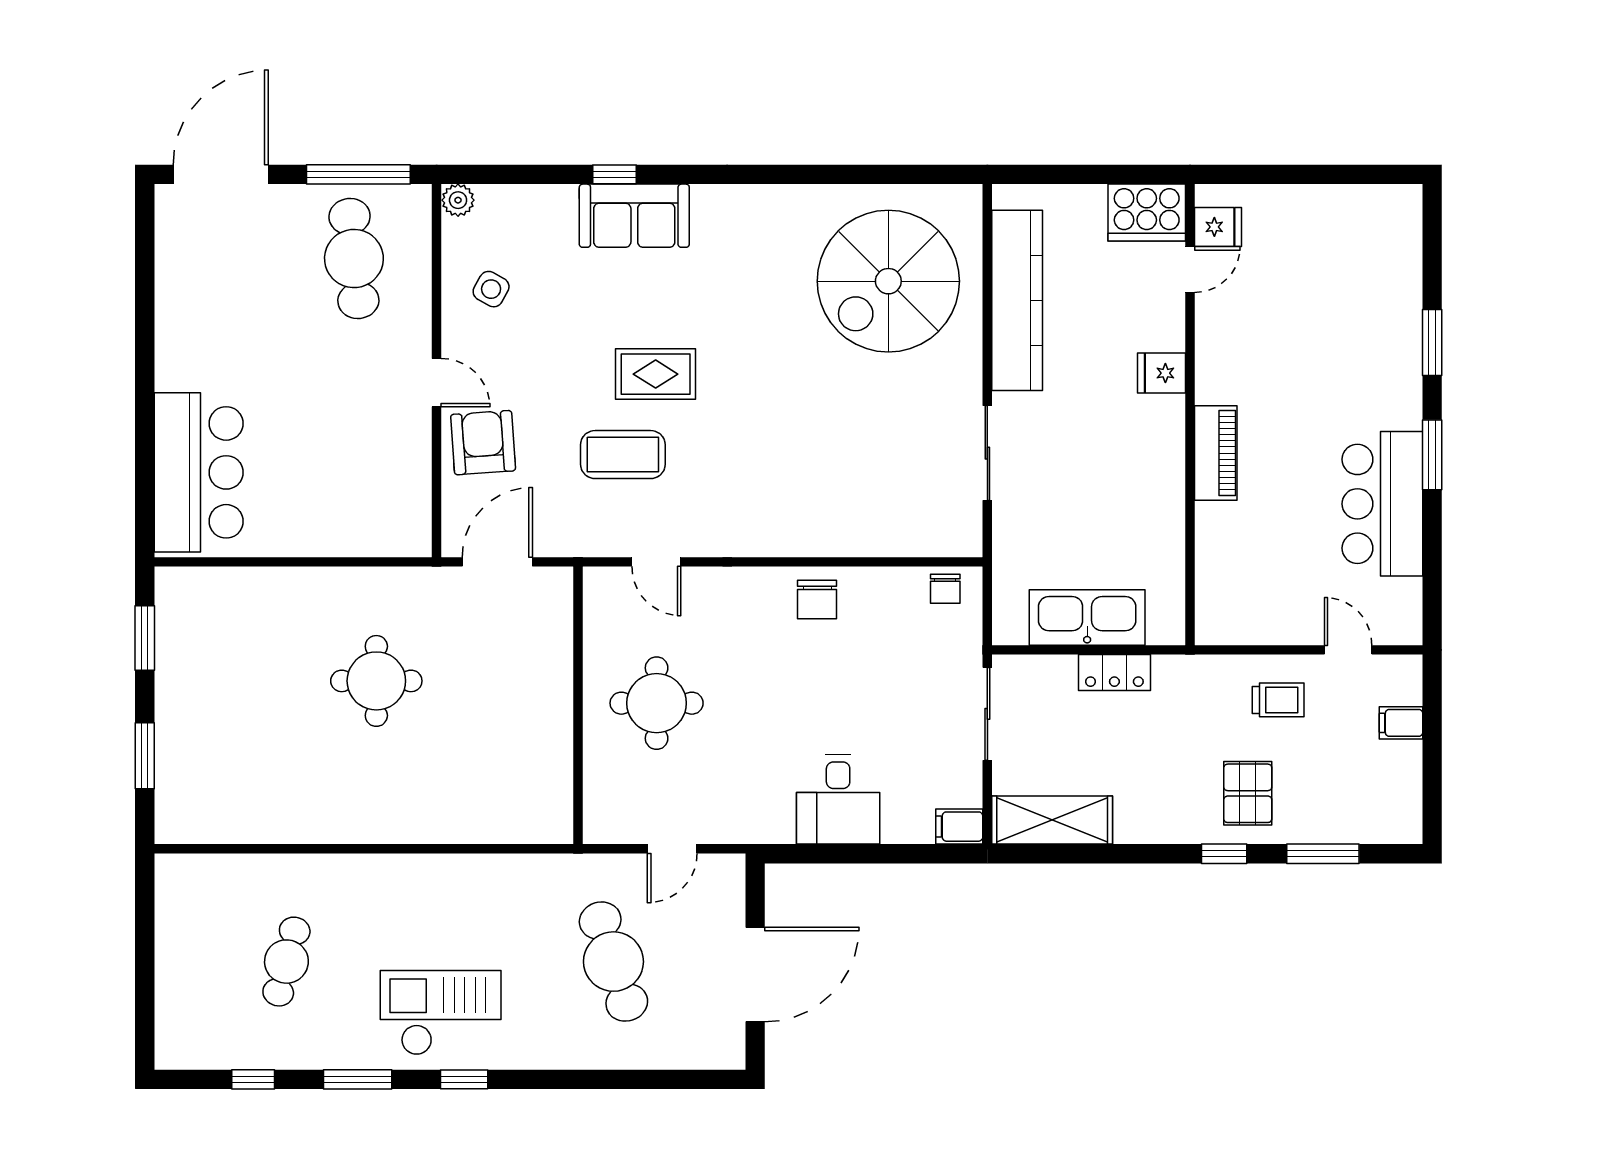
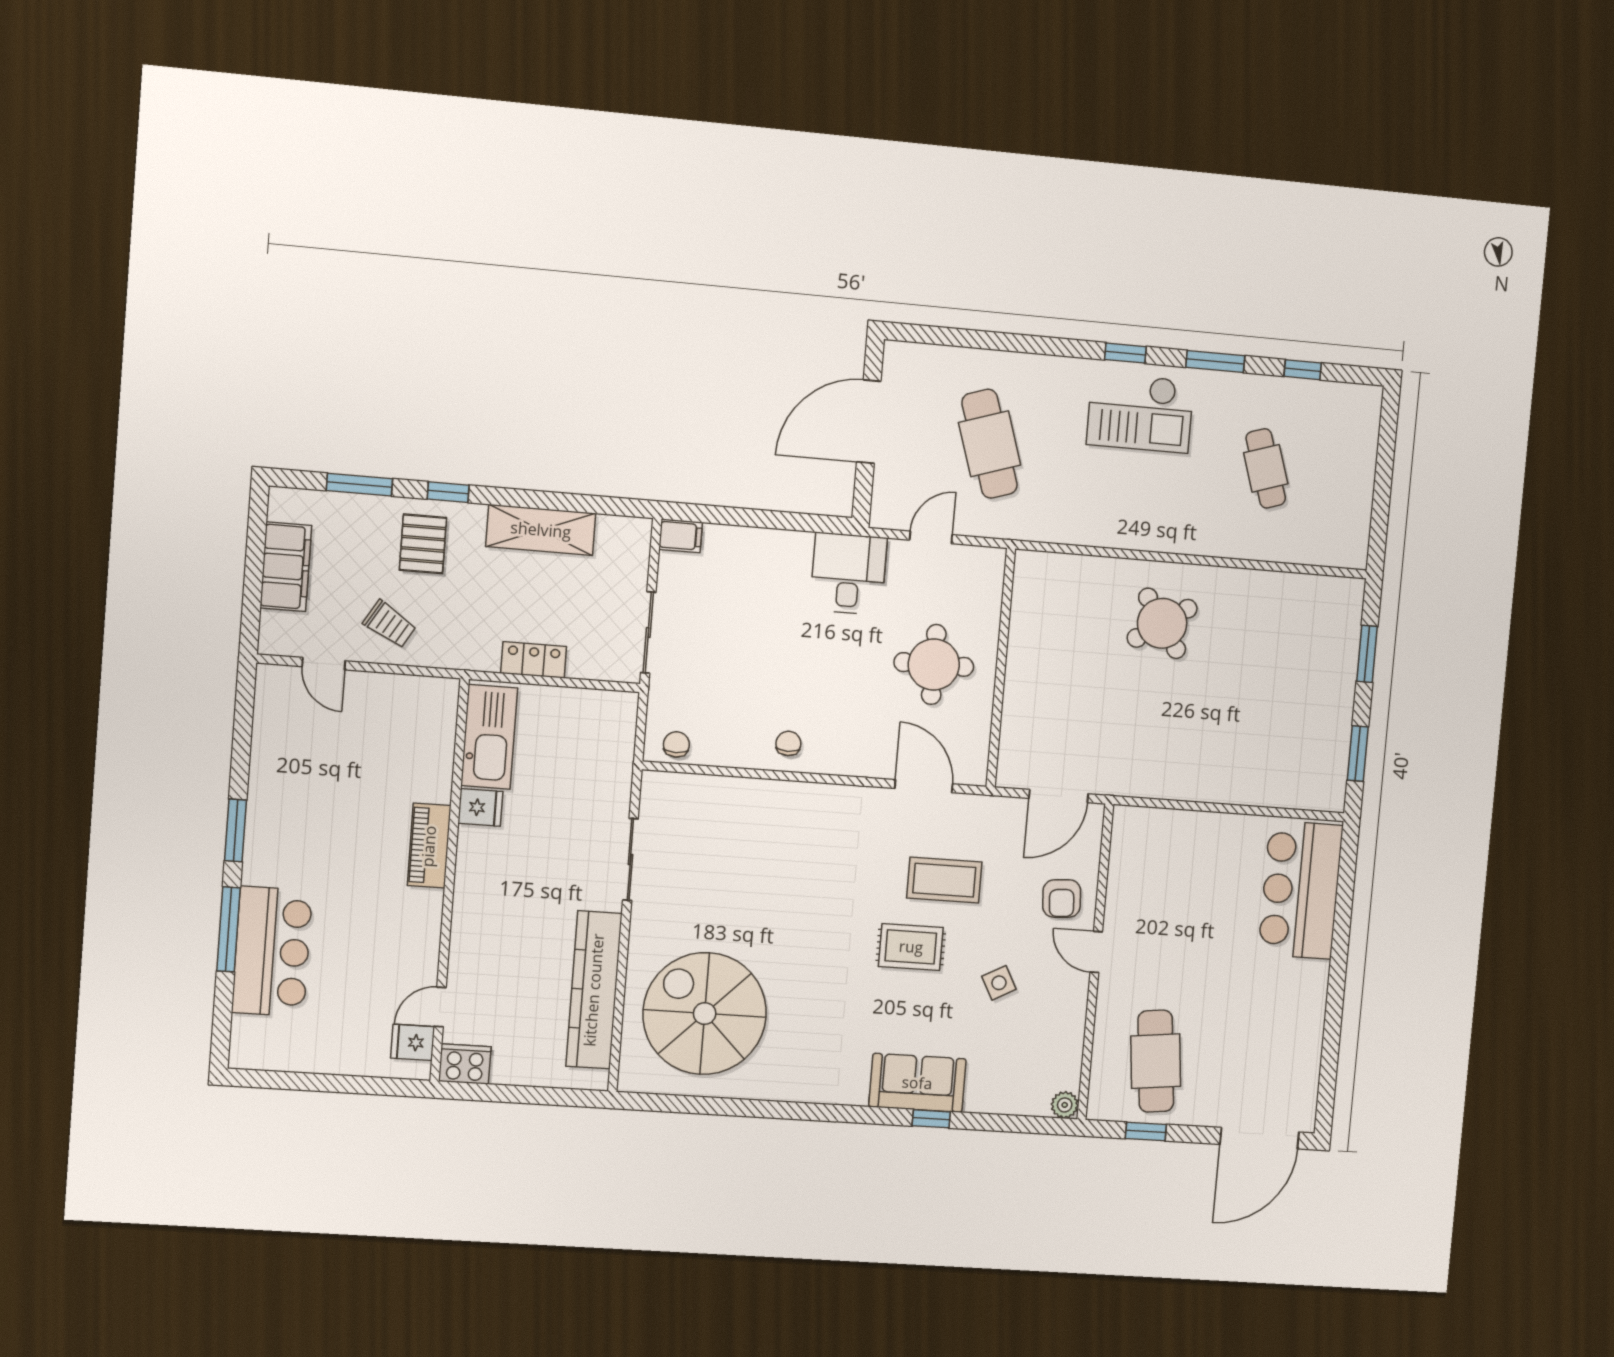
window: (358, 174) -> (1146, 1131), width x0.46
cooker: (1147, 213) -> (465, 1064), width x0.73, depth x0.76
spiral stairs: (888, 281) -> (705, 1014), turned -90
side table: (491, 289) -> (999, 983), moved, turned 33
window: (1432, 343) -> (229, 929), width x1.44
fridge: (1162, 373) -> (480, 807), moved
armchair: (483, 443) -> (1062, 898), width x0.72, depth x0.72
bar counter: (1382, 504) -> (272, 951), moved
door: (656, 562) -> (924, 786), width x1.38
chair: (817, 599) -> (788, 743), width x0.73, depth x0.73
kitchen sink: (1087, 617) -> (489, 737), moved, turned -90
round table: (376, 681) -> (1162, 623), moved, turned -34
trolley: (1278, 700) -> (390, 624), turned -149
filing cabinet: (1401, 723) -> (286, 567), width x3.00, depth x1.17
desk: (838, 799) -> (849, 574), moved
shelving: (1052, 820) -> (541, 530), moved
cafe table: (286, 962) -> (1266, 468), turned -33

